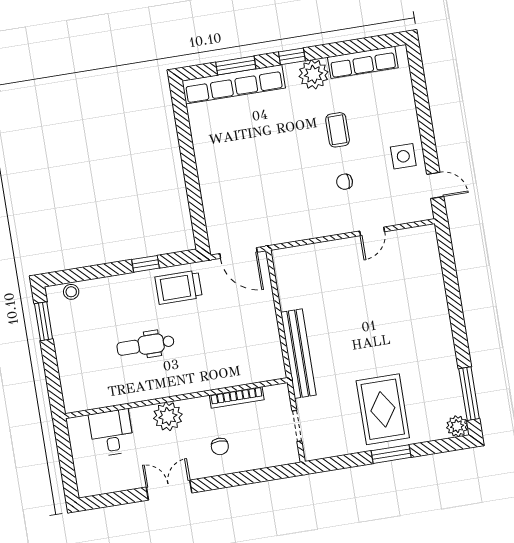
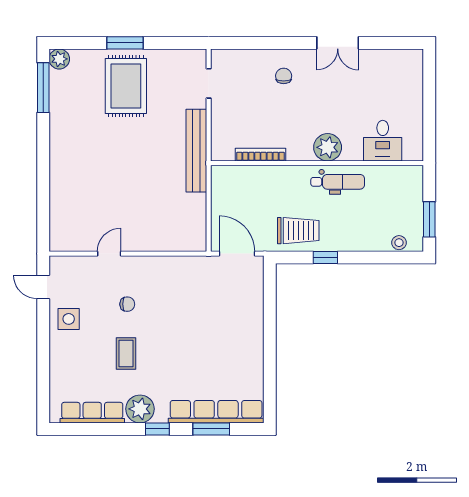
bookcase: (237, 397) -> (261, 155), moved
wall: (176, 398) -> (317, 163), moved
plant: (168, 416) -> (328, 147), moved
desk: (111, 433) -> (383, 141), moved

